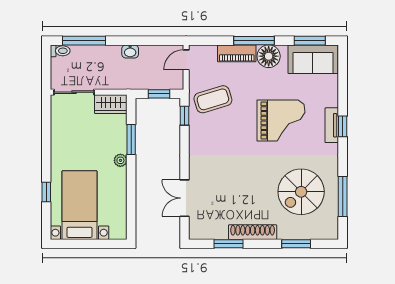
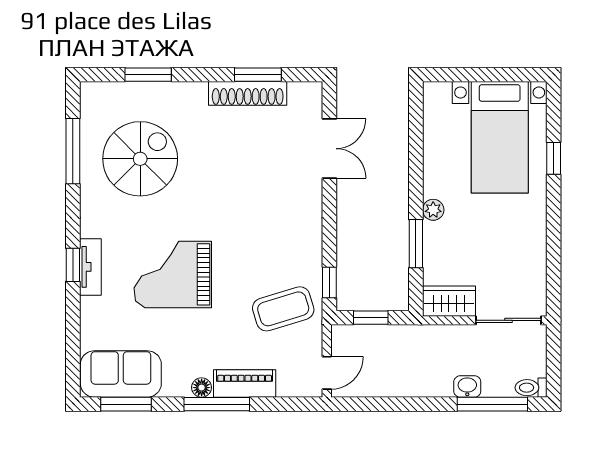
washbasin: (130, 51) -> (467, 386), moved
floor lamp: (269, 56) -> (202, 388), width x0.53, depth x0.53
shoe rack: (253, 232) -> (248, 93), moved

